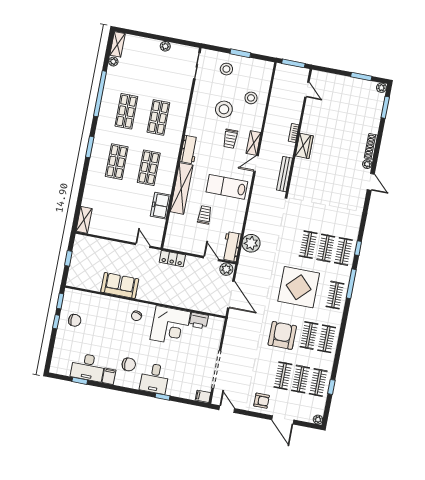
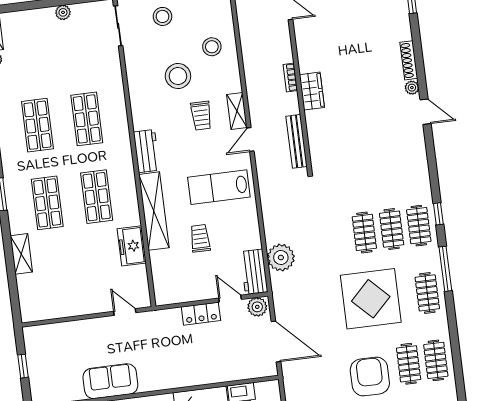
shelving: (84, 220) -> (21, 254), moved
locker: (172, 259) -> (201, 314), moved

